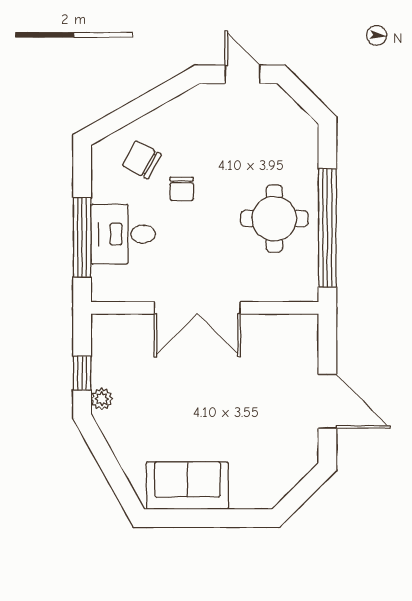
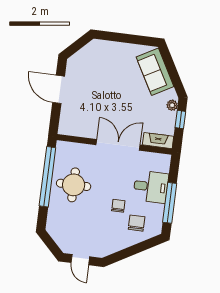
chair: (142, 160) -> (137, 223), turned -118
window: (82, 237) -> (170, 203), moved
fireplace: (120, 326) -> (158, 141), added
sofa: (187, 486) -> (155, 72), moved, turned 61

